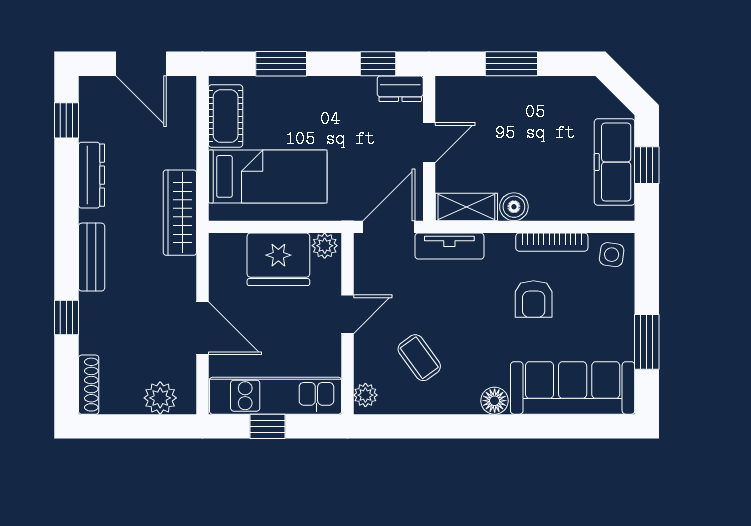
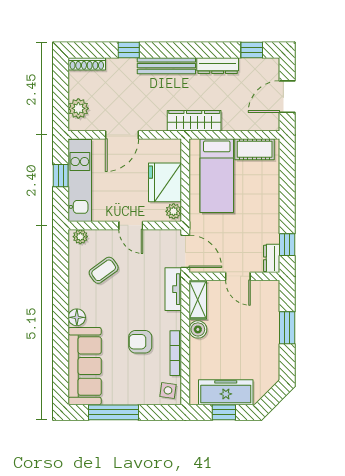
window: (281, 64) -> (287, 184), removed
bench: (92, 257) -> (166, 66), width x1.36
window: (647, 342) -> (113, 412), width x1.44

